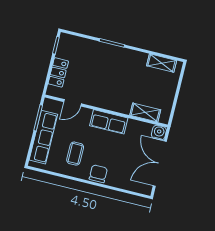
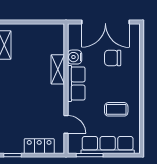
shelving: (145, 112) -> (58, 69), moved
water cooler: (159, 133) -> (75, 57), moved
chair: (98, 174) -> (113, 58), moved

